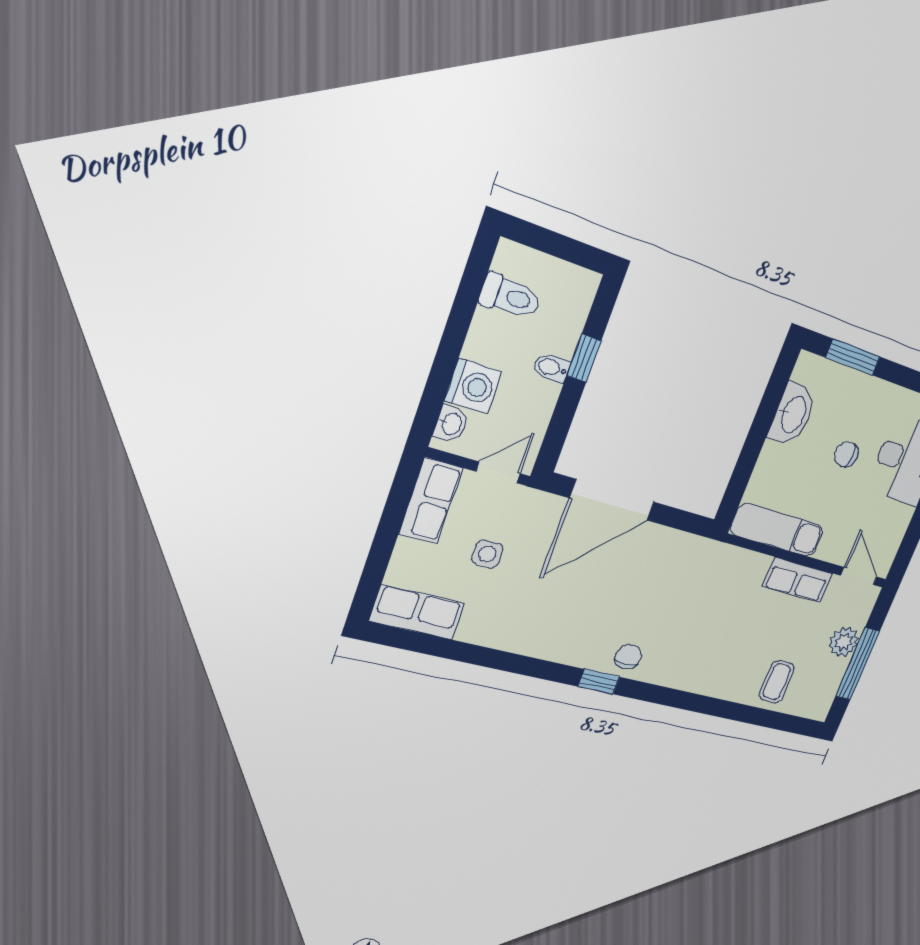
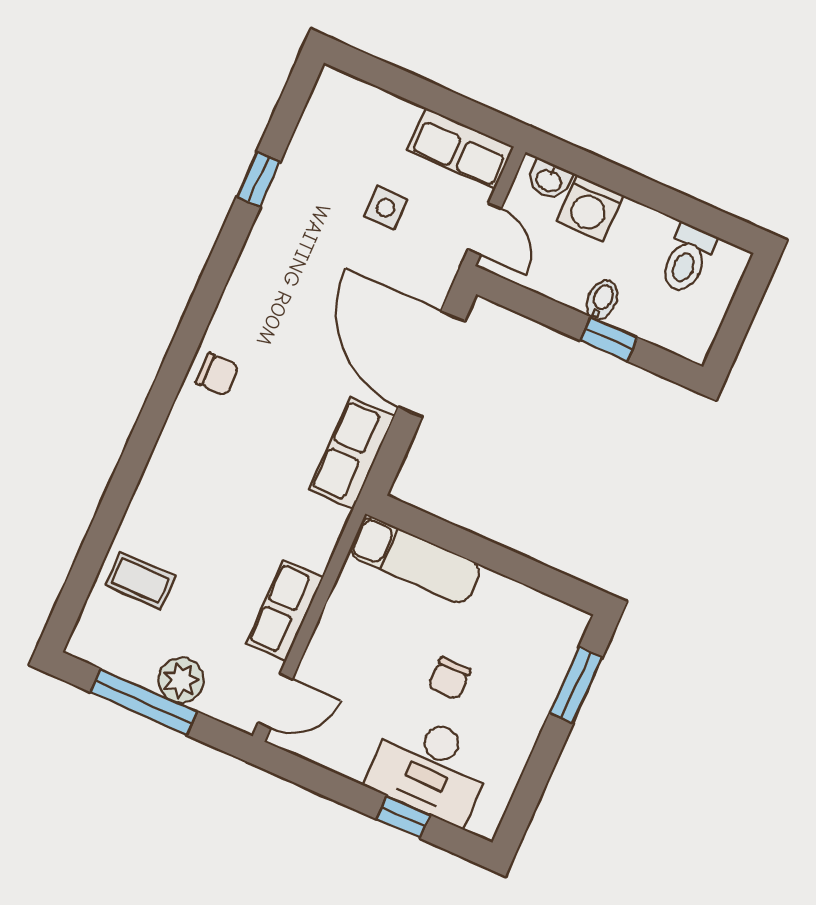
washbasin: (793, 414) -> (511, 603), removed
chair: (846, 454) -> (449, 678), turned 180
exam couch: (777, 530) -> (415, 560), moved, turned 90
row of seats: (417, 612) -> (352, 453), moved, turned 180
window: (599, 682) -> (258, 179), moved

